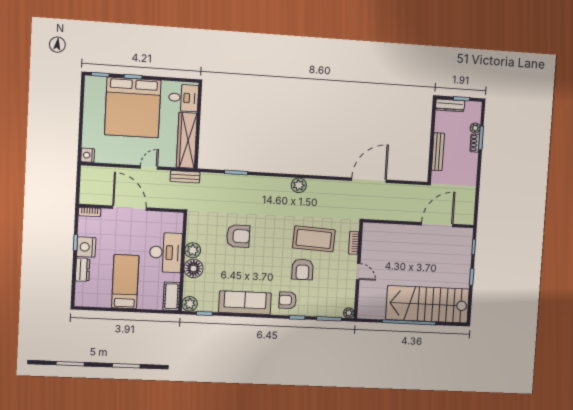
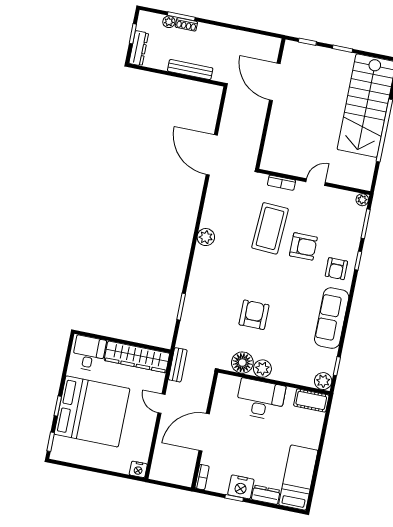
floor lamp: (193, 268) -> (242, 363), moved
bed: (125, 282) -> (298, 478), moved, turned 90

